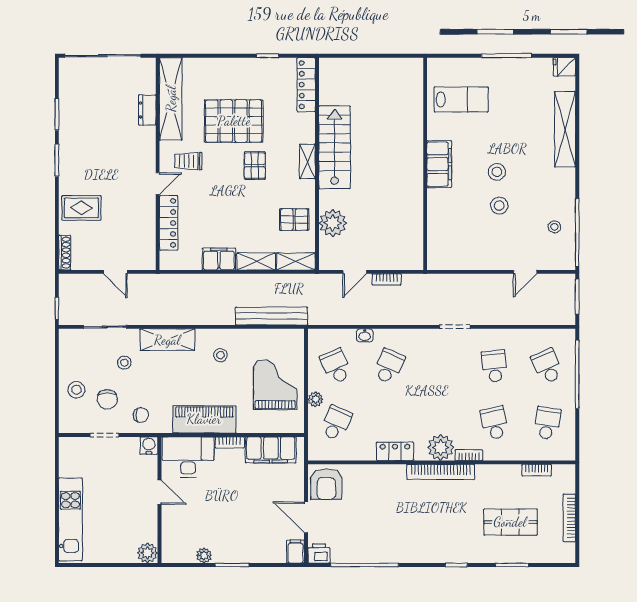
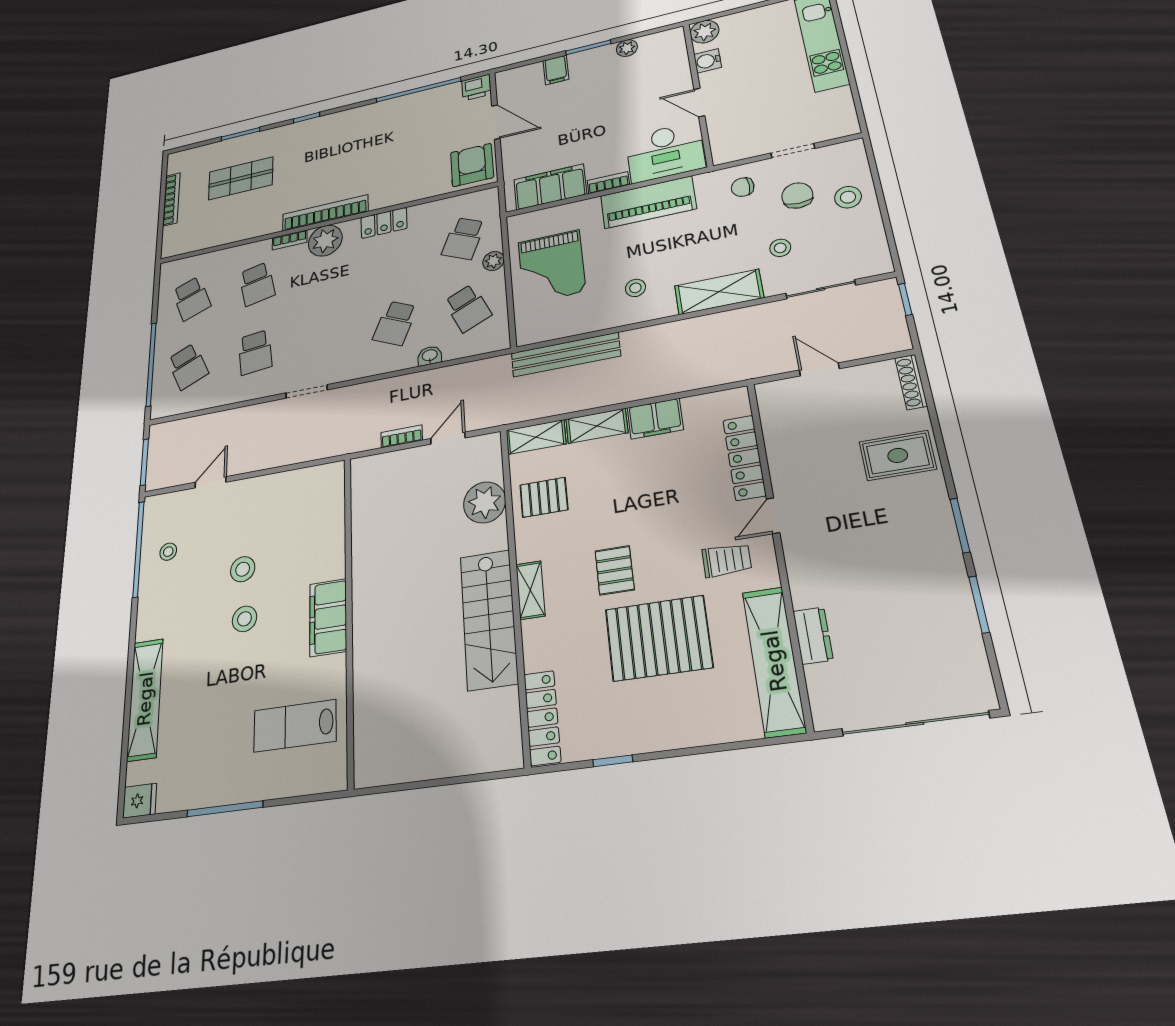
school desk: (547, 423) -> (191, 298), turned -30
water cooler: (149, 446) -> (708, 61), moved, turned 90
bookcase: (537, 470) -> (207, 242), removed
filing cabinet: (295, 552) -> (556, 70), moved

